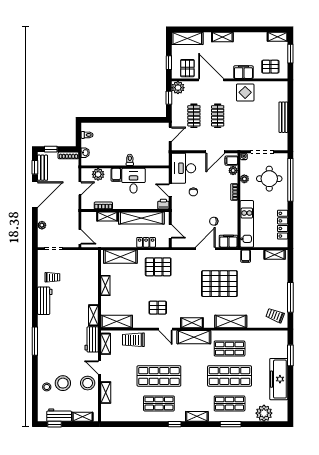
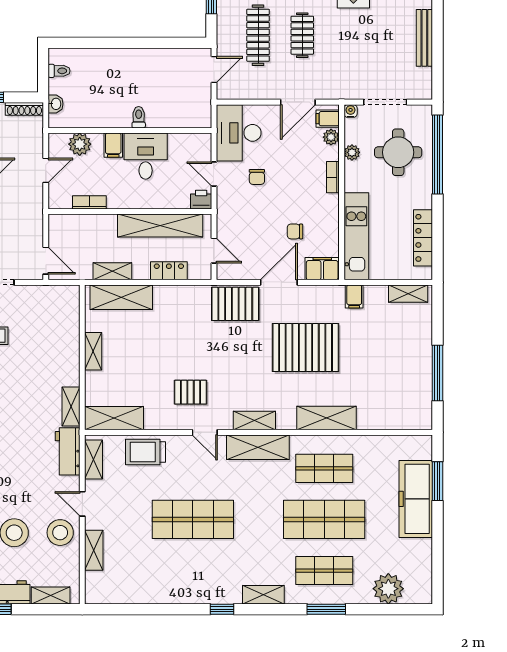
clothes rail: (194, 116) -> (258, 35), width x1.36
shelving: (107, 216) -> (112, 271), moved
pallet: (158, 267) -> (235, 304), moved
trolley: (275, 315) -> (409, 407), removed
freezer: (279, 379) -> (416, 499), moved
shop shelf: (159, 403) -> (193, 571), removed

